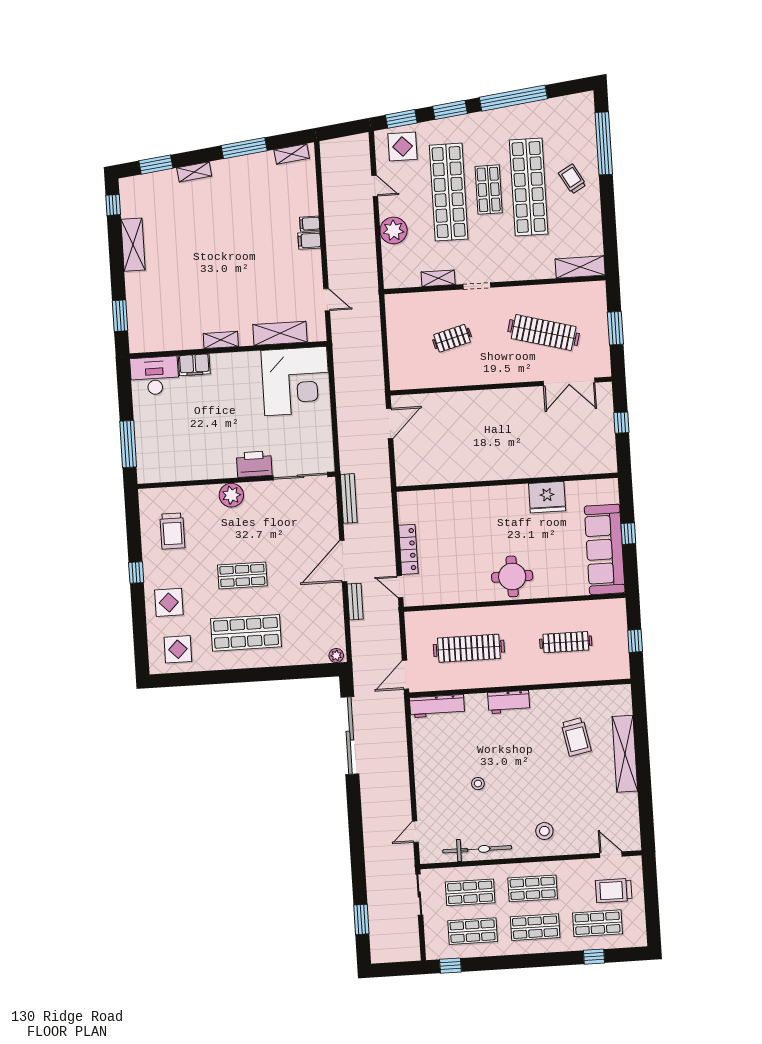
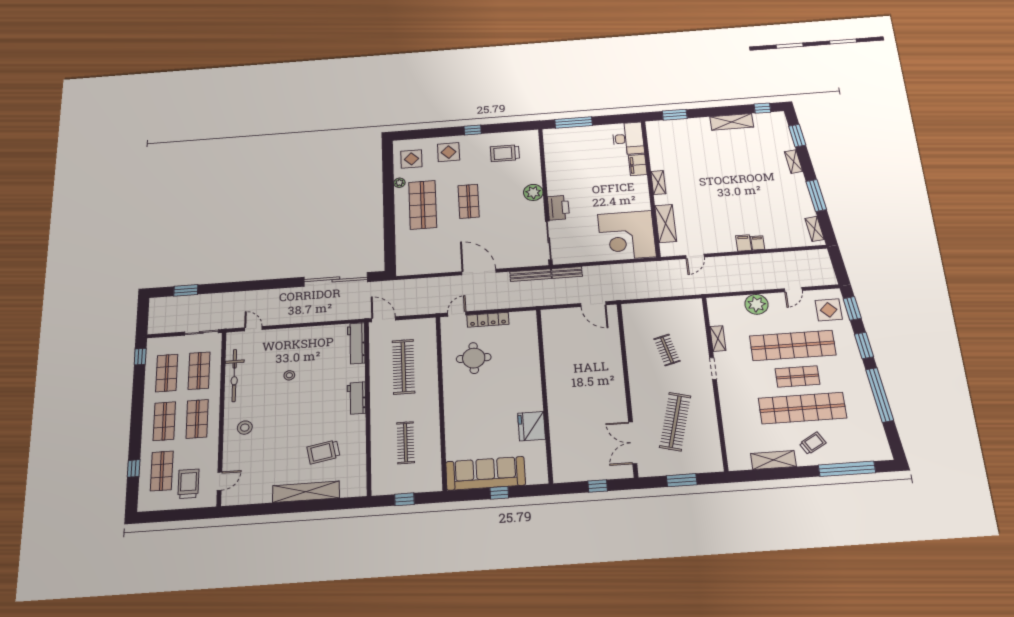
shelving: (580, 267) -> (773, 460), moved, turned 90
round table: (512, 576) -> (474, 358), moved
bench: (355, 602) -> (567, 273), moved
plant: (336, 655) -> (399, 183), moved

